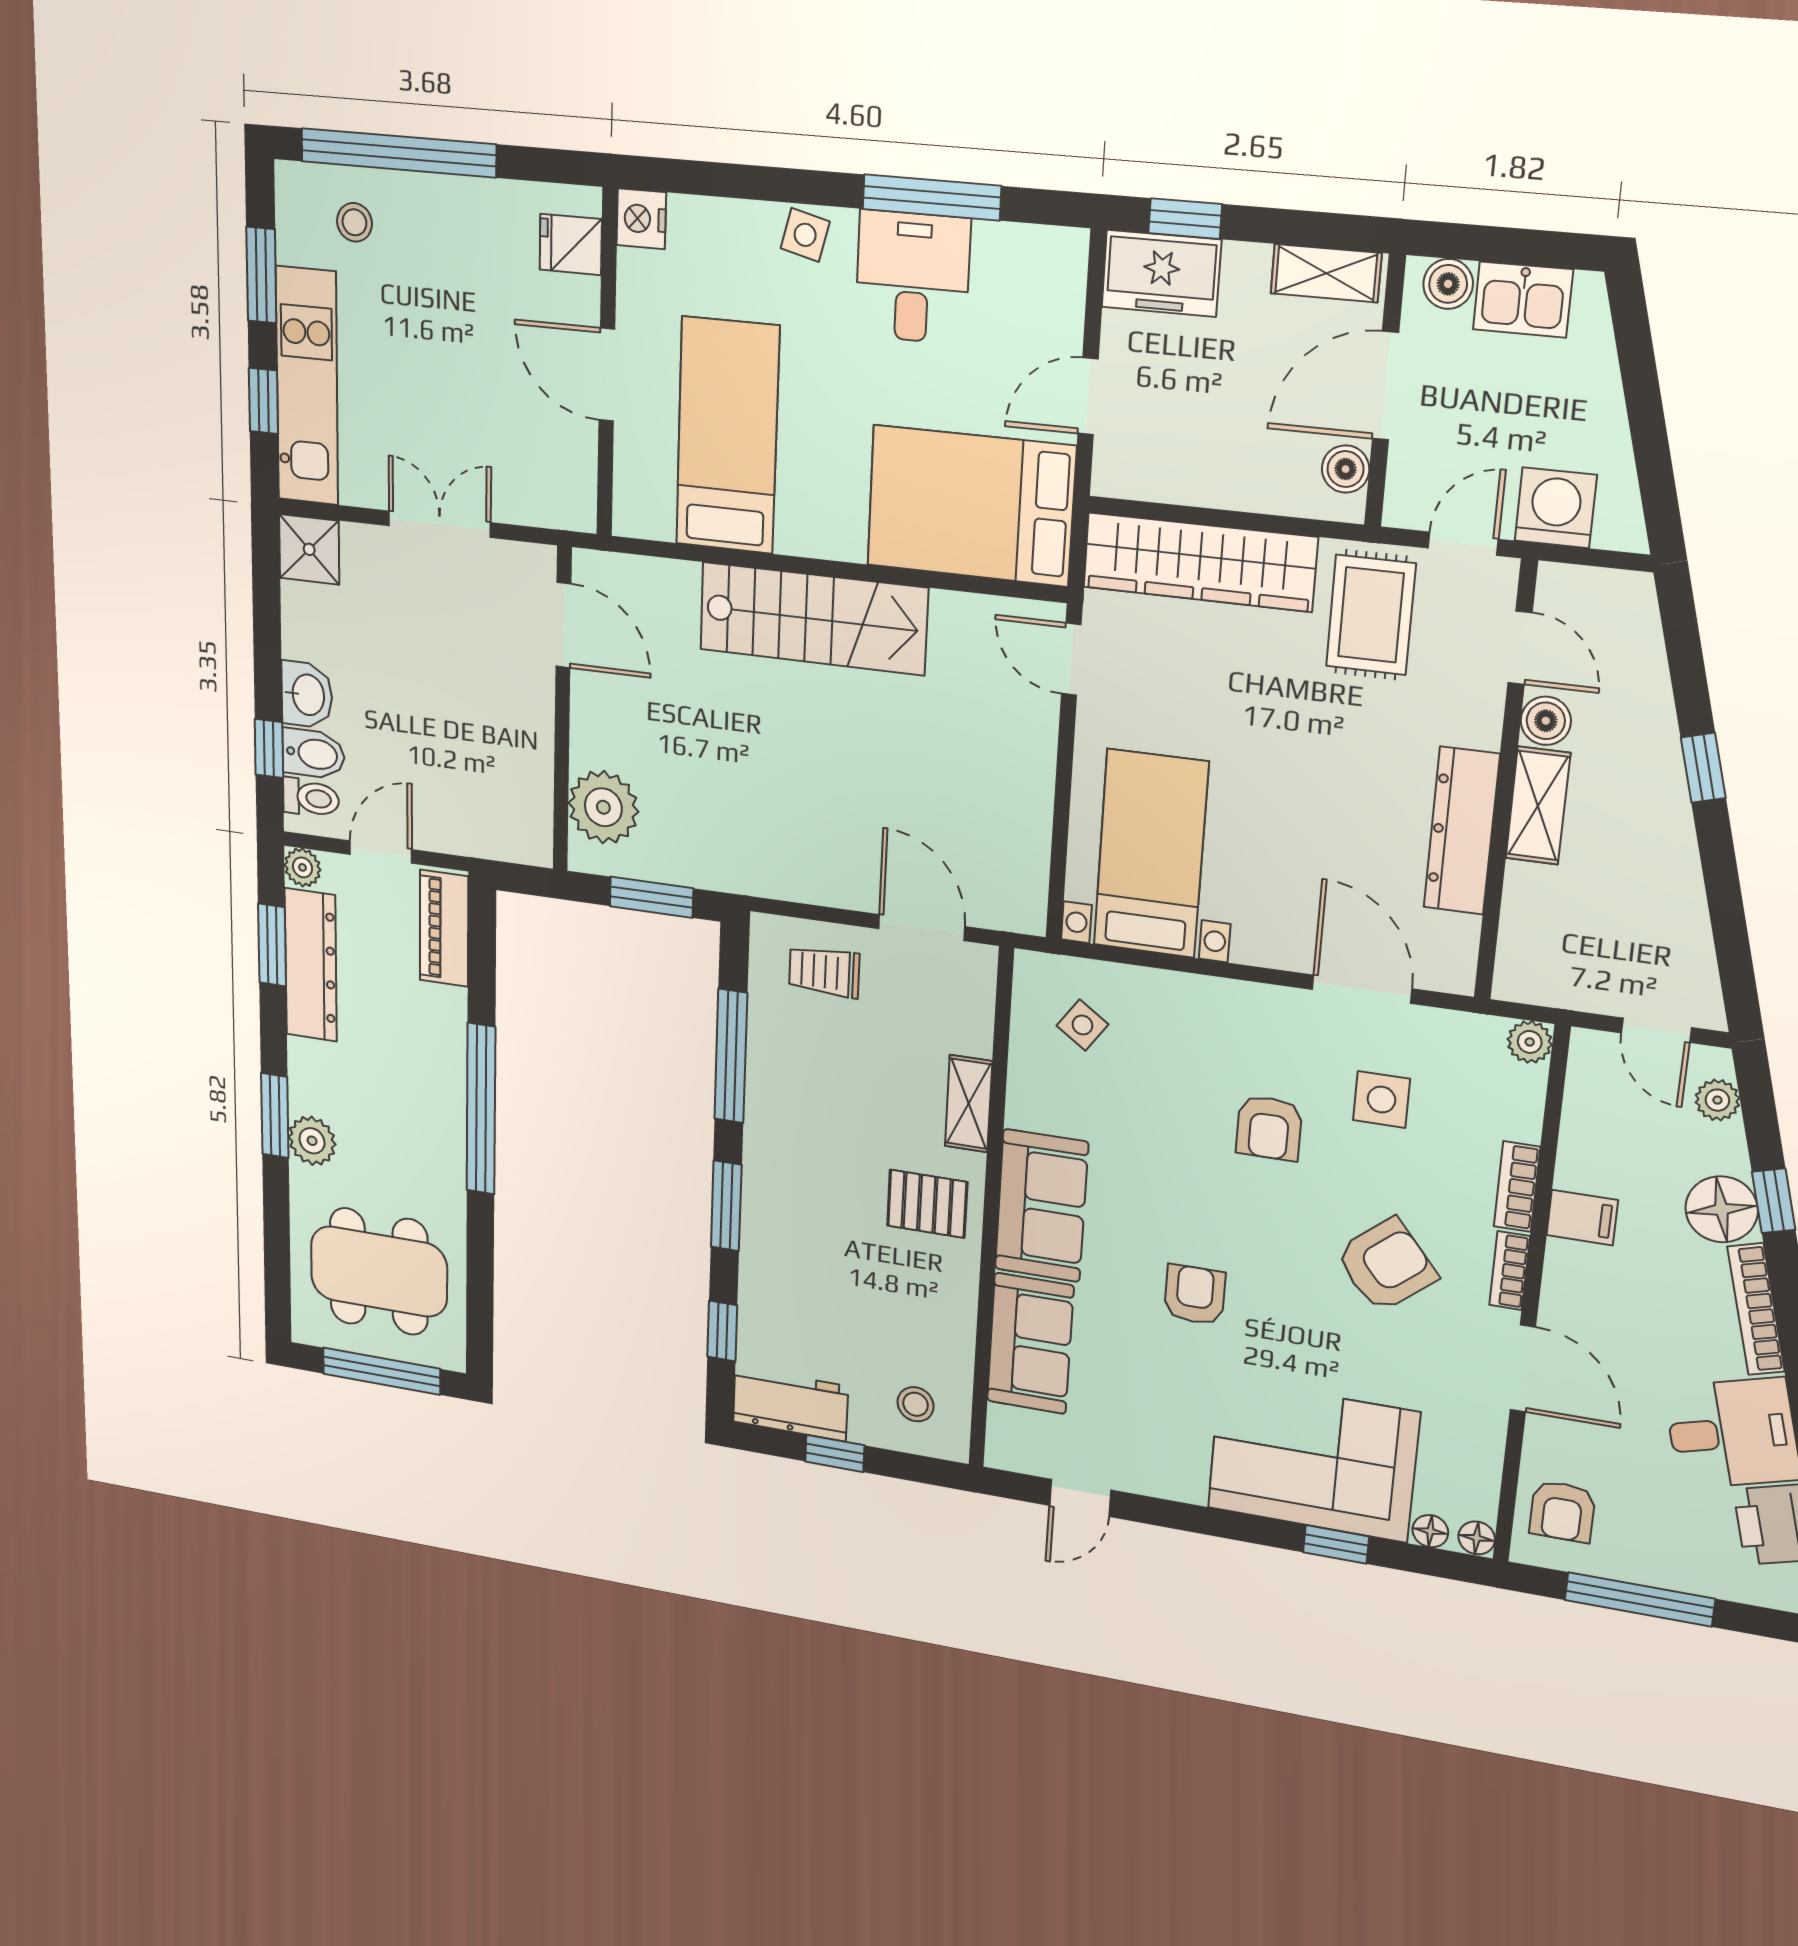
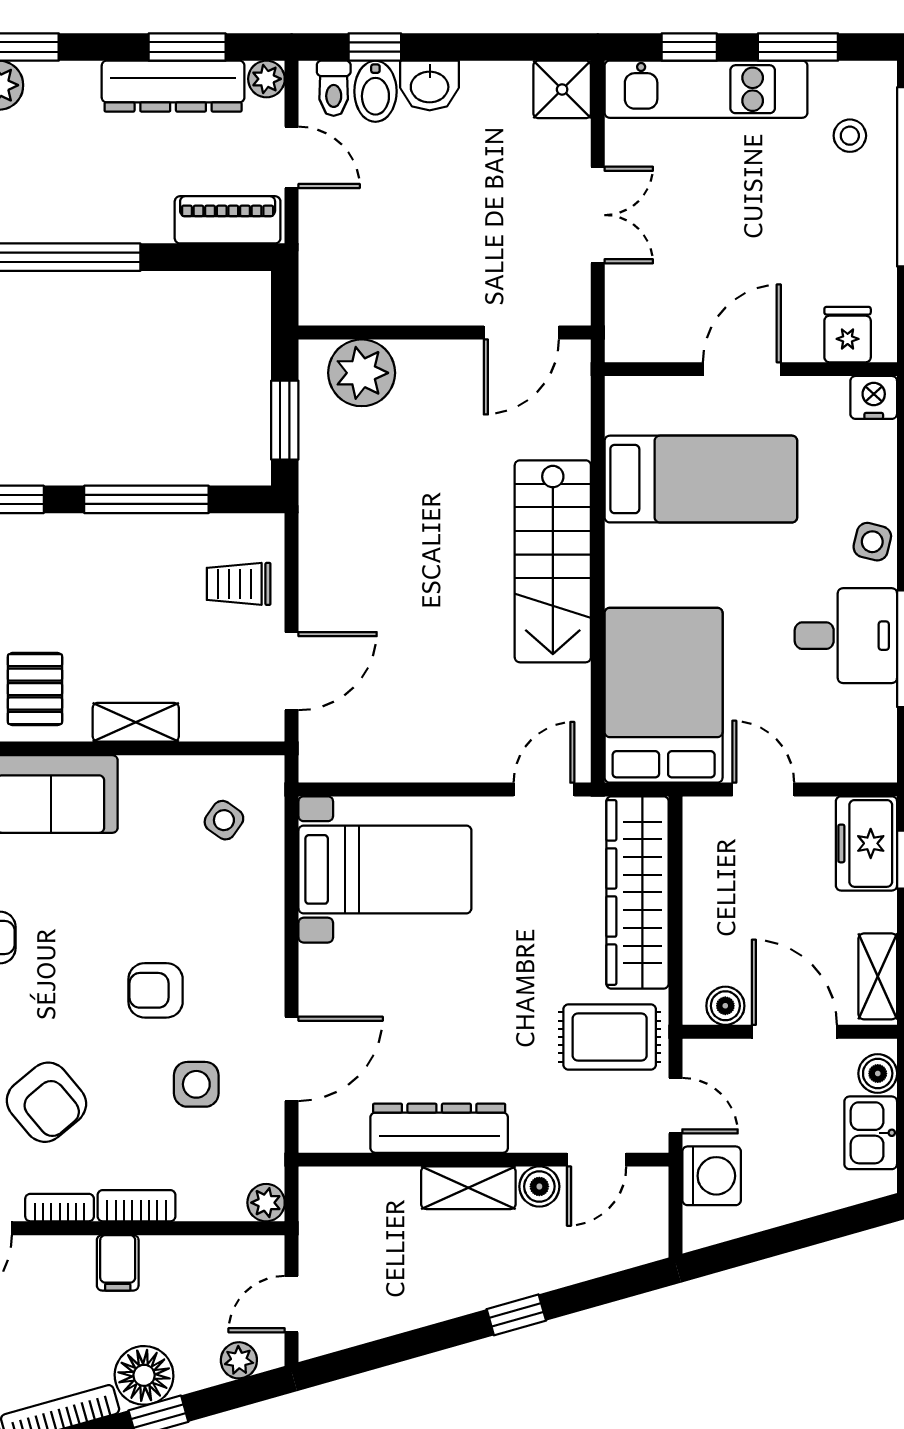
trolley: (824, 972) -> (239, 584), turned -90

